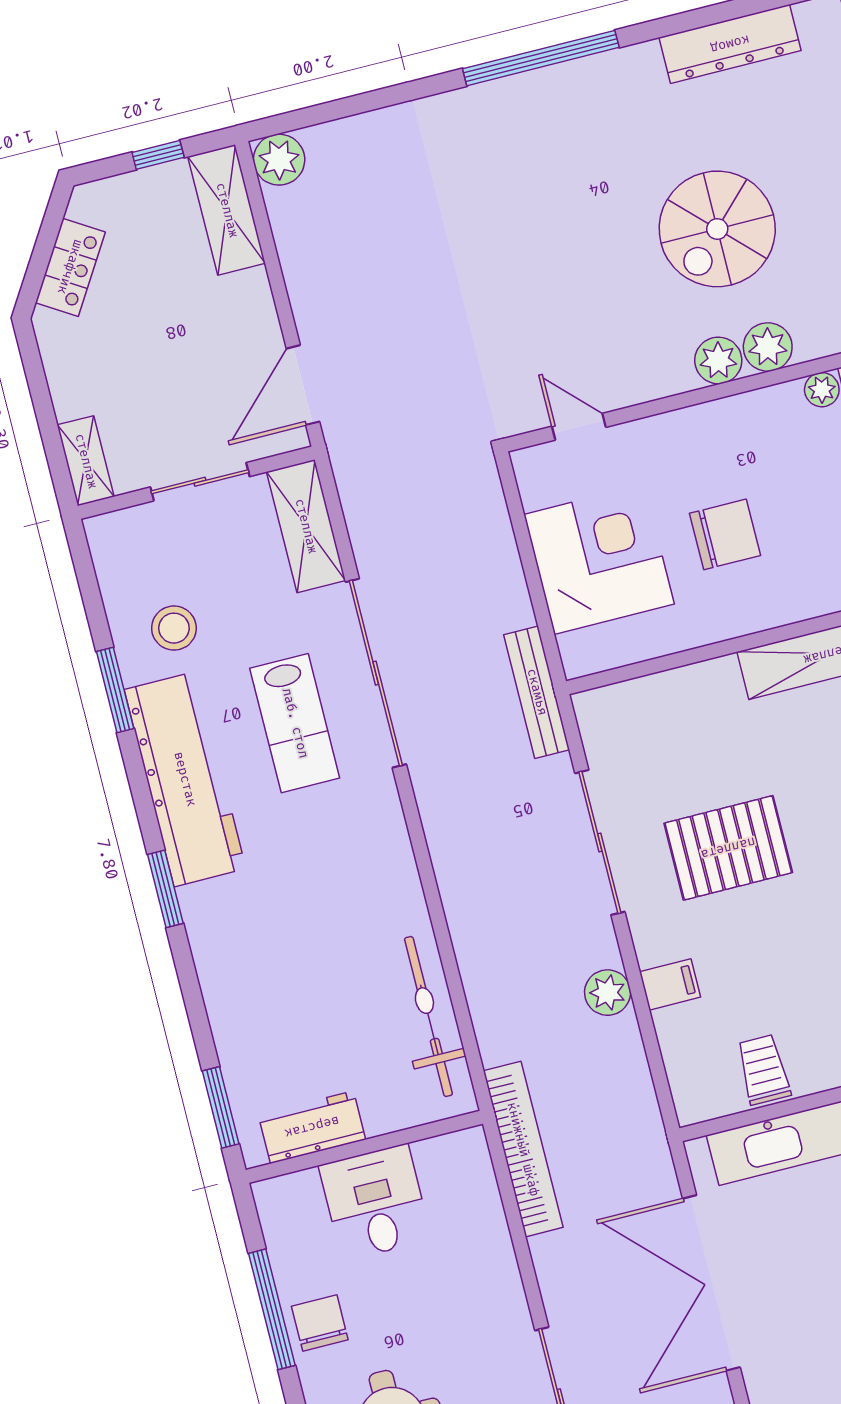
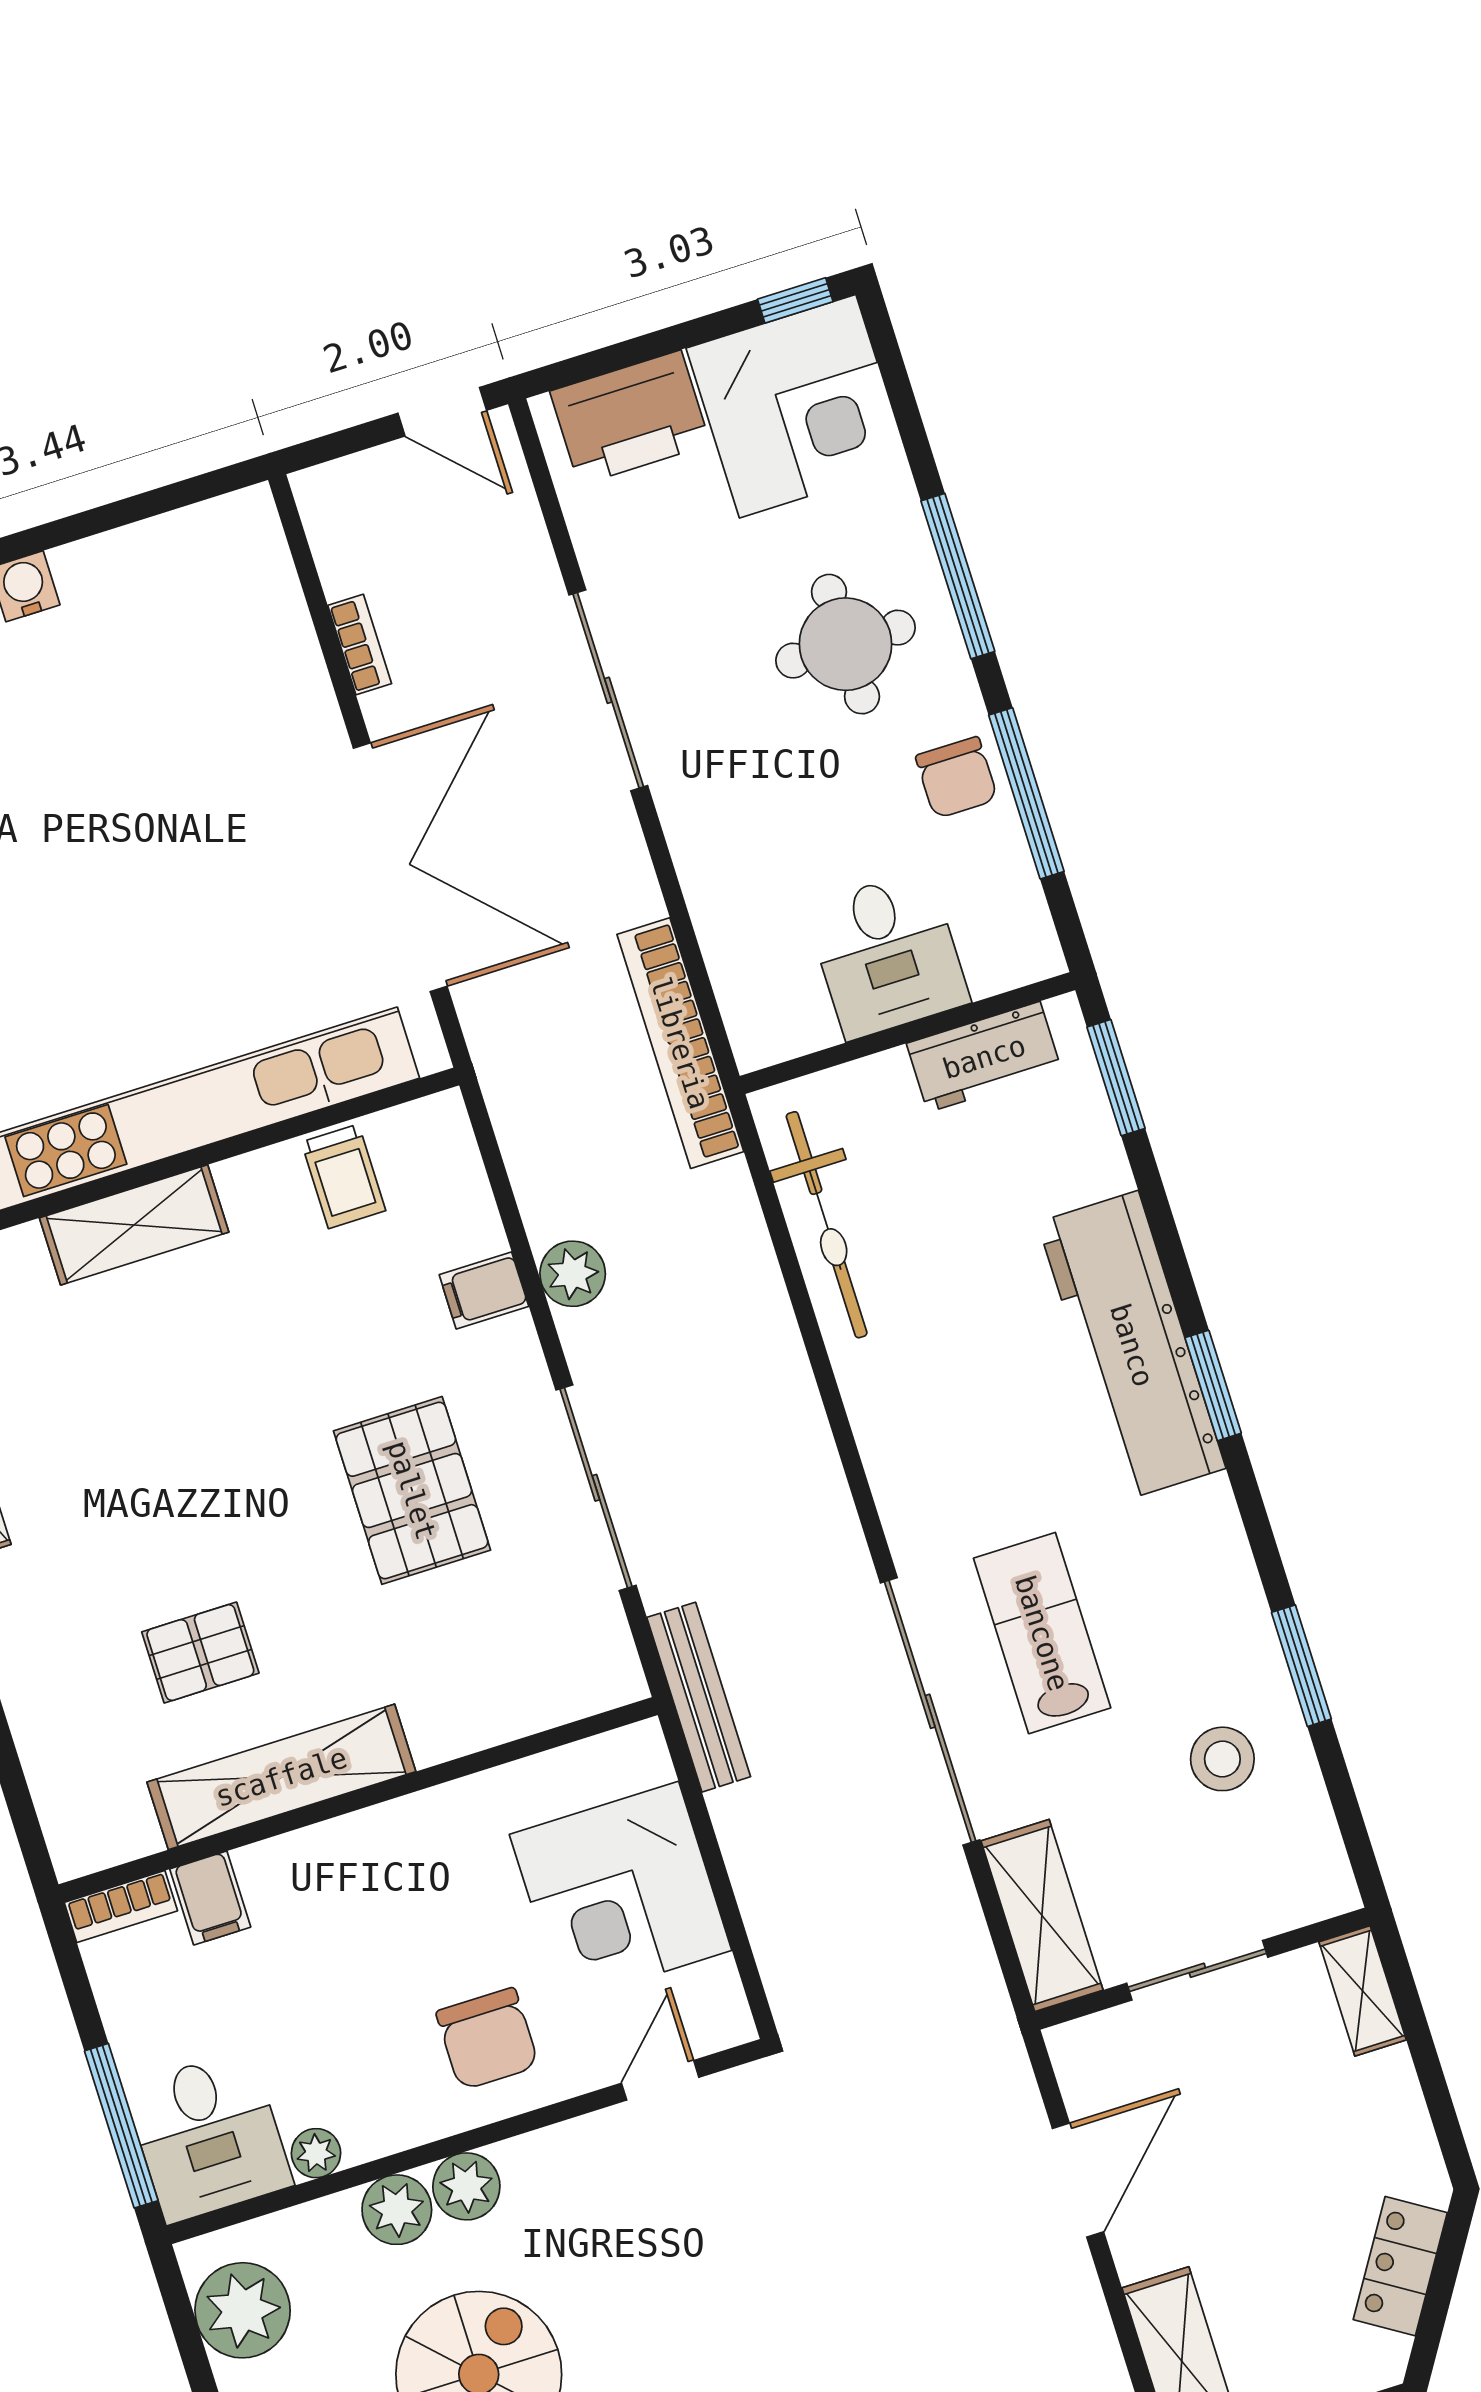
door: (303, 385) -> (1078, 2180), moved
door: (579, 427) -> (660, 2080), swing flipped
chair: (725, 534) -> (487, 2039), moved, turned -90
workbench: (185, 779) -> (1132, 1345), moved
pallet: (728, 848) -> (412, 1490), turned 90

